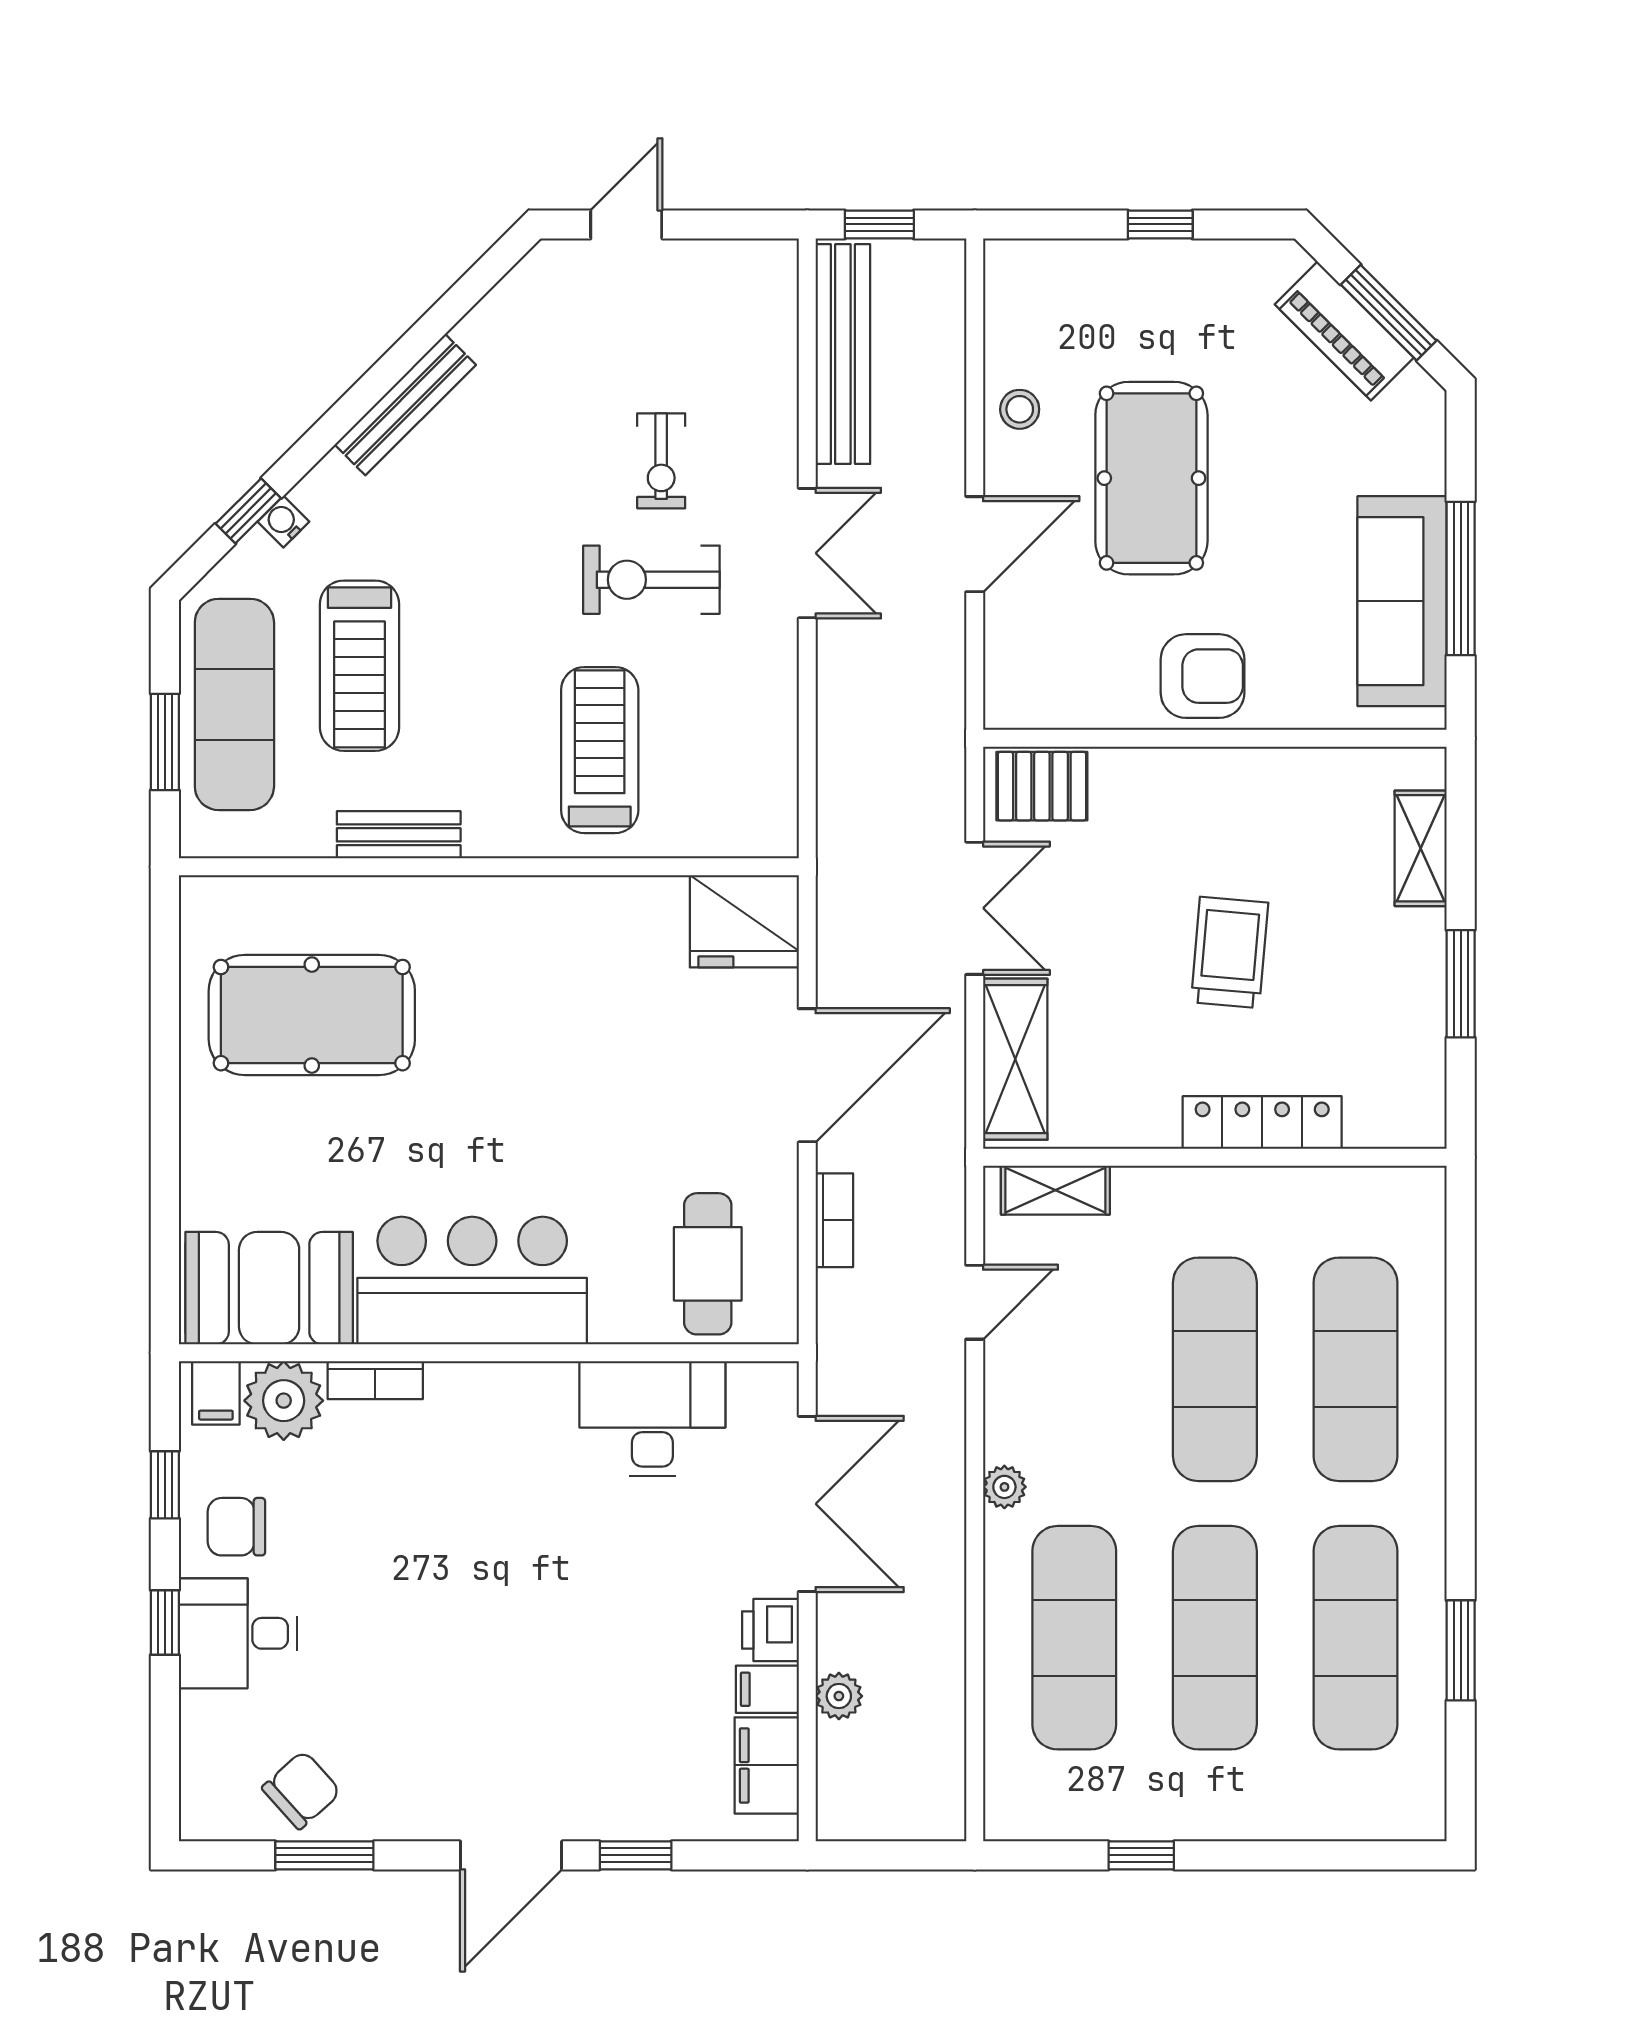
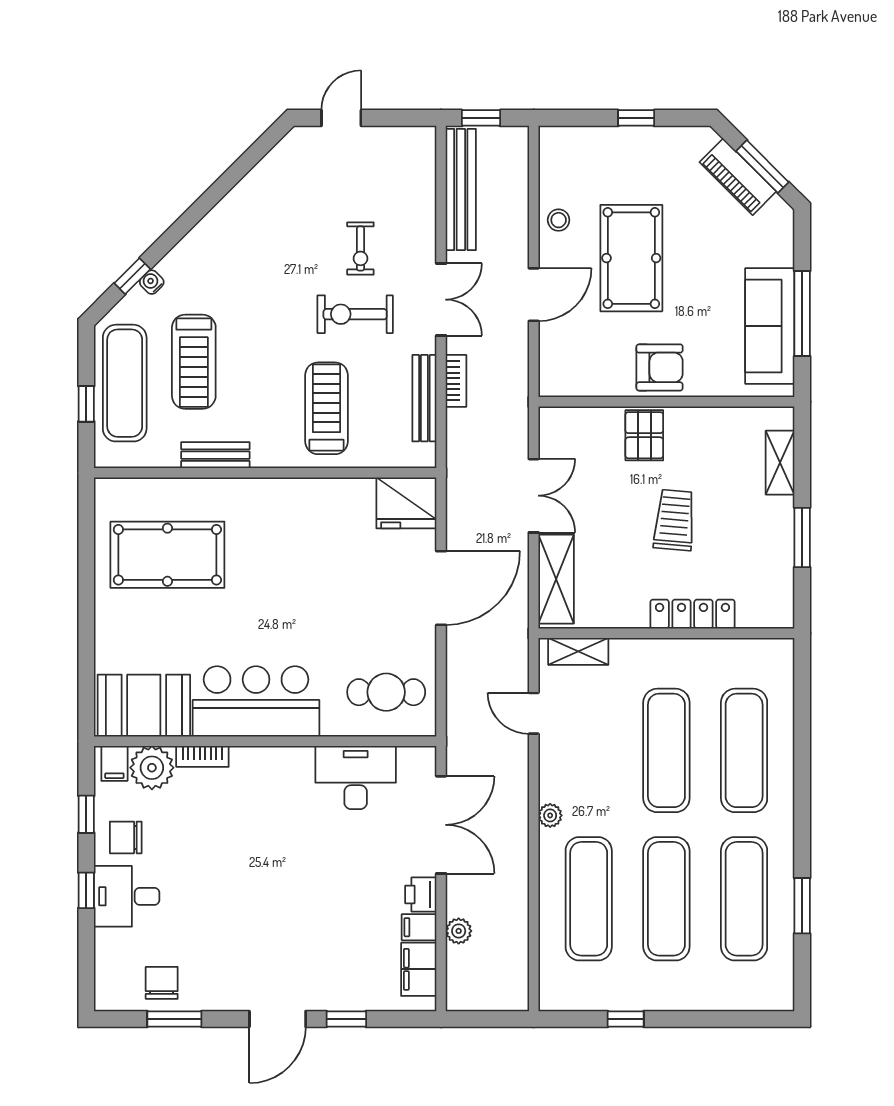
bench: (405, 405) -> (424, 398), moved, turned -45
window: (165, 742) -> (86, 404), width x0.67
pallet: (1042, 786) -> (644, 435), moved, turned 90
bookcase: (834, 1220) -> (456, 381), moved
cafe table: (708, 1264) -> (386, 692), turned 90
door: (975, 1302) -> (534, 713), swing flipped
chair: (301, 1790) -> (162, 983), turned -48

